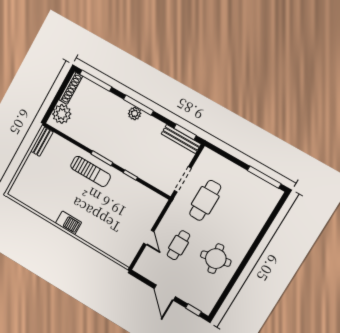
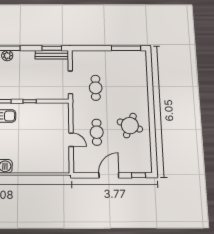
cafe table: (205, 200) -> (96, 88), width x0.73, depth x0.74
round table: (216, 259) -> (130, 126), turned 33
door: (165, 293) -> (109, 175), swing flipped

